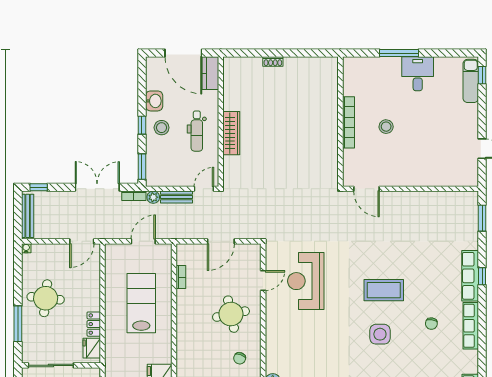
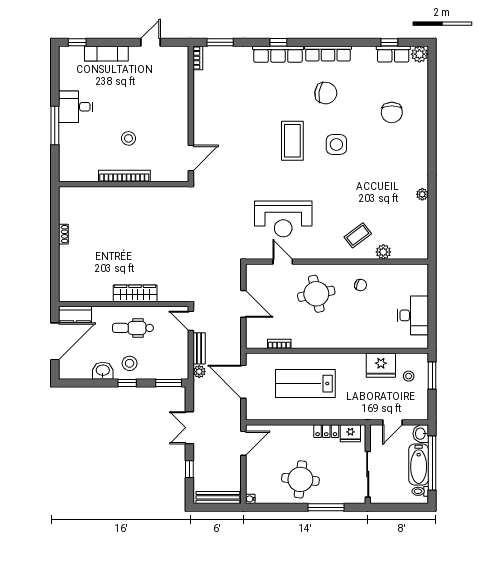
shoe rack: (273, 62) -> (63, 234), moved
exam couch: (471, 81) -> (106, 54), moved
dental chair: (197, 131) -> (133, 328), turned 180
window: (39, 187) -> (189, 469), moved
double door: (97, 187) -> (189, 428), width x0.73
bookcase: (134, 196) -> (198, 58), moved
door: (82, 241) -> (243, 443), hinge flipped
door: (143, 241) -> (243, 382), width x1.36
chair: (431, 324) -> (326, 93), width x1.87, depth x1.87
coffee table: (289, 355) -> (358, 235), added

